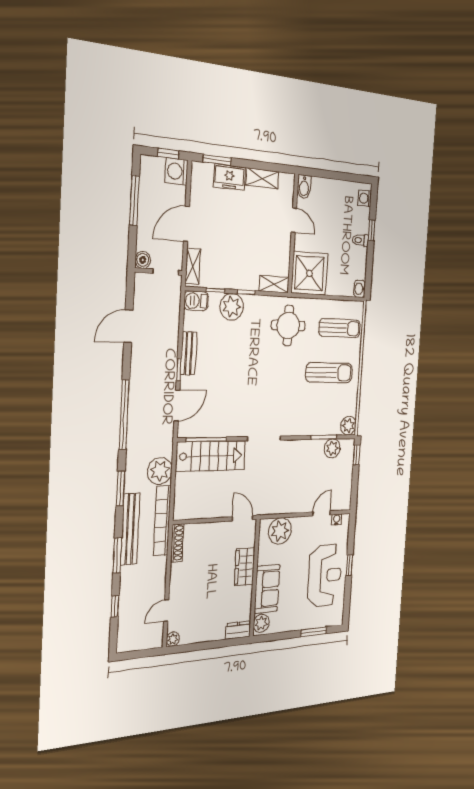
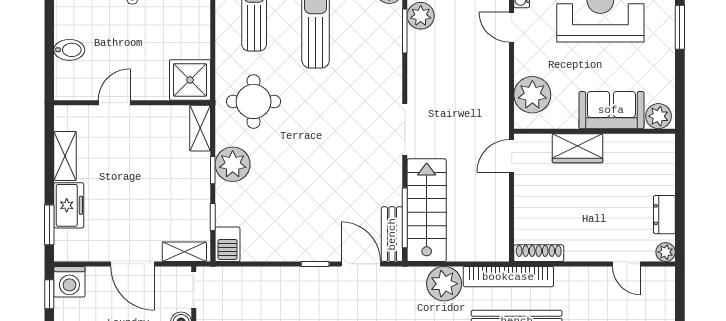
bidet: (304, 187) -> (69, 50), moved
shower: (309, 273) -> (190, 80), width x0.73, depth x0.73
plant: (232, 307) -> (233, 164), moved
bench: (189, 353) -> (392, 234), moved, turned 90
dresser: (238, 630) -> (664, 215), moved

